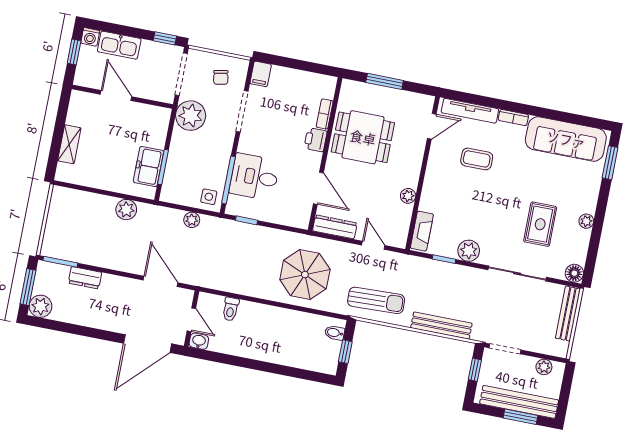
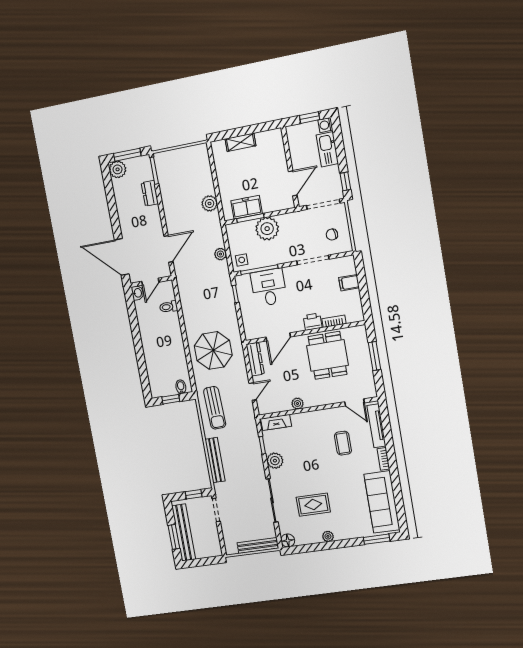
filing cabinet: (261, 74) -> (349, 283), moved
door: (116, 96) -> (293, 183), moved
plant: (191, 116) -> (267, 229), moved
plant: (544, 367) -> (214, 541), removed

